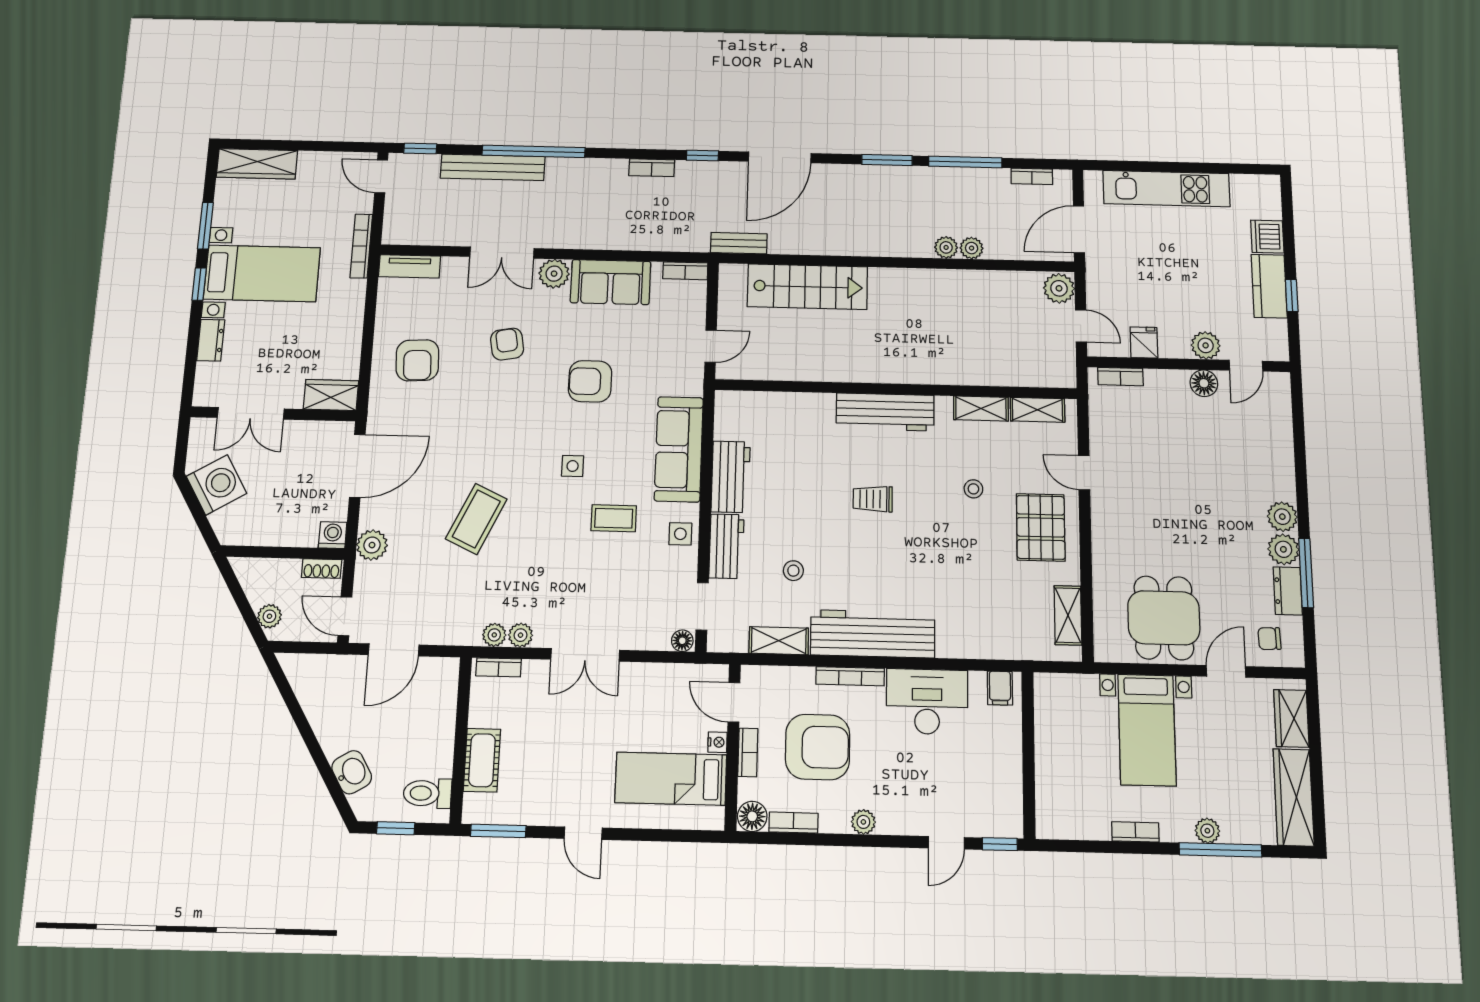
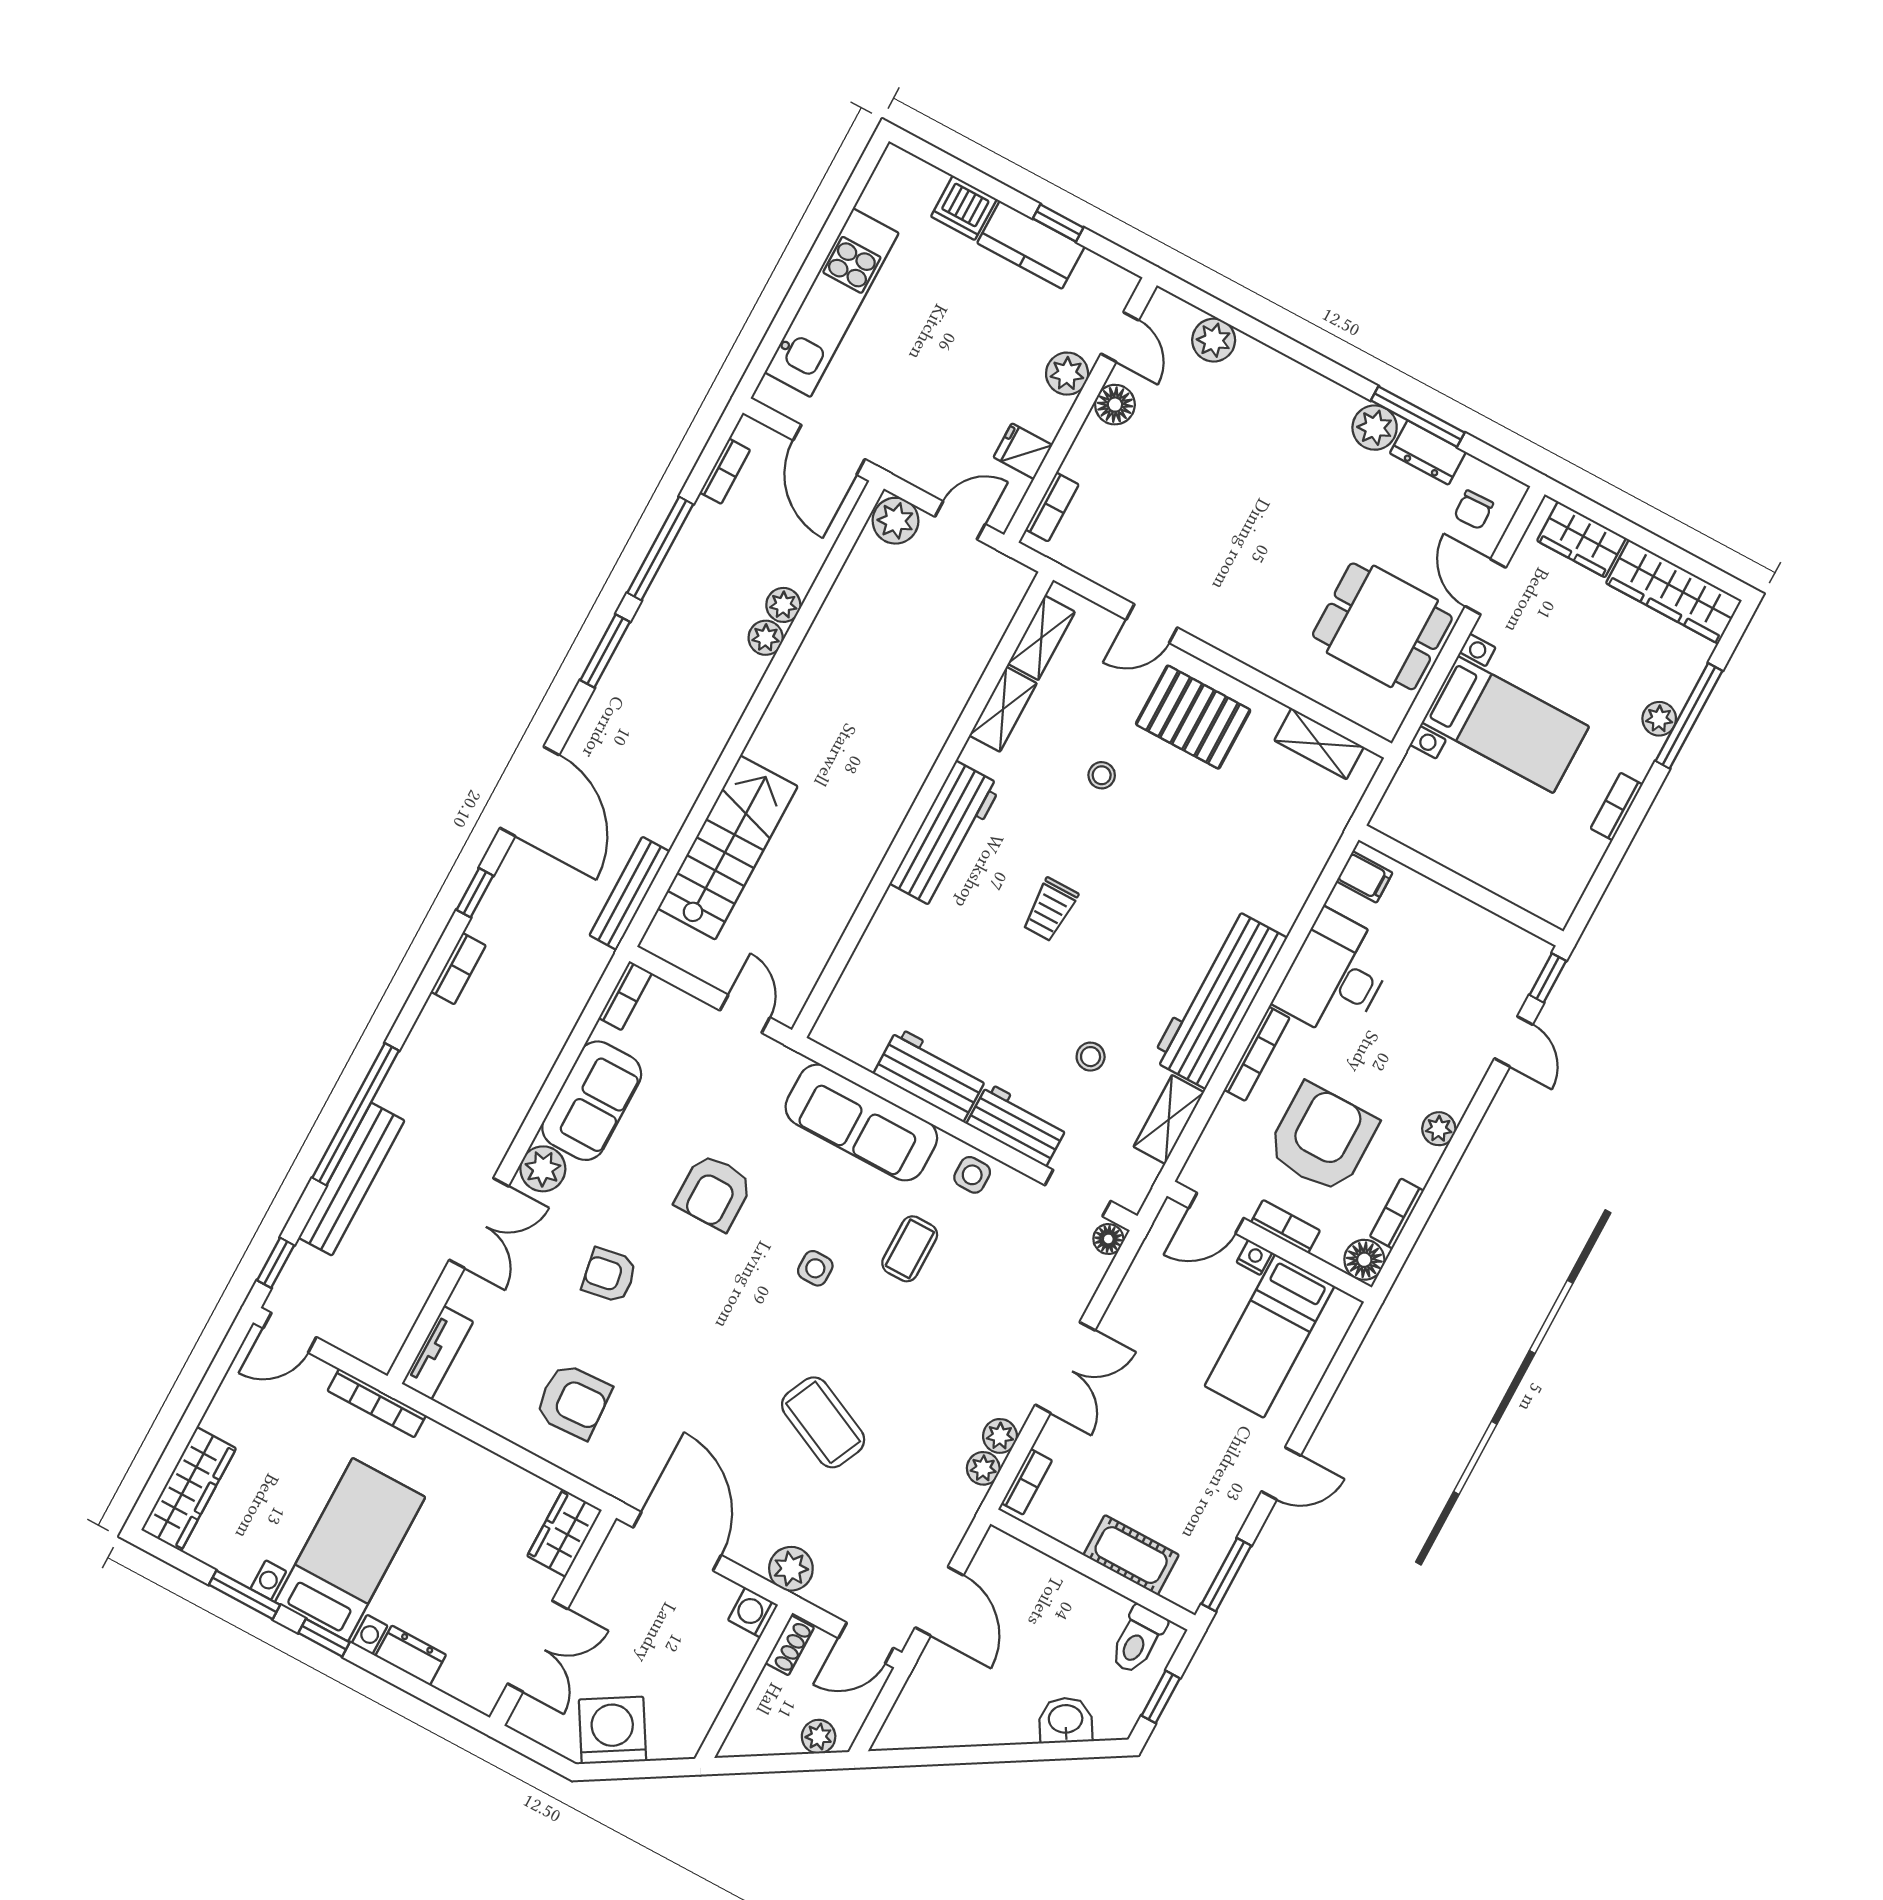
bench: (739, 243) -> (630, 893), width x1.36
plant: (1282, 517) -> (1214, 340), moved

